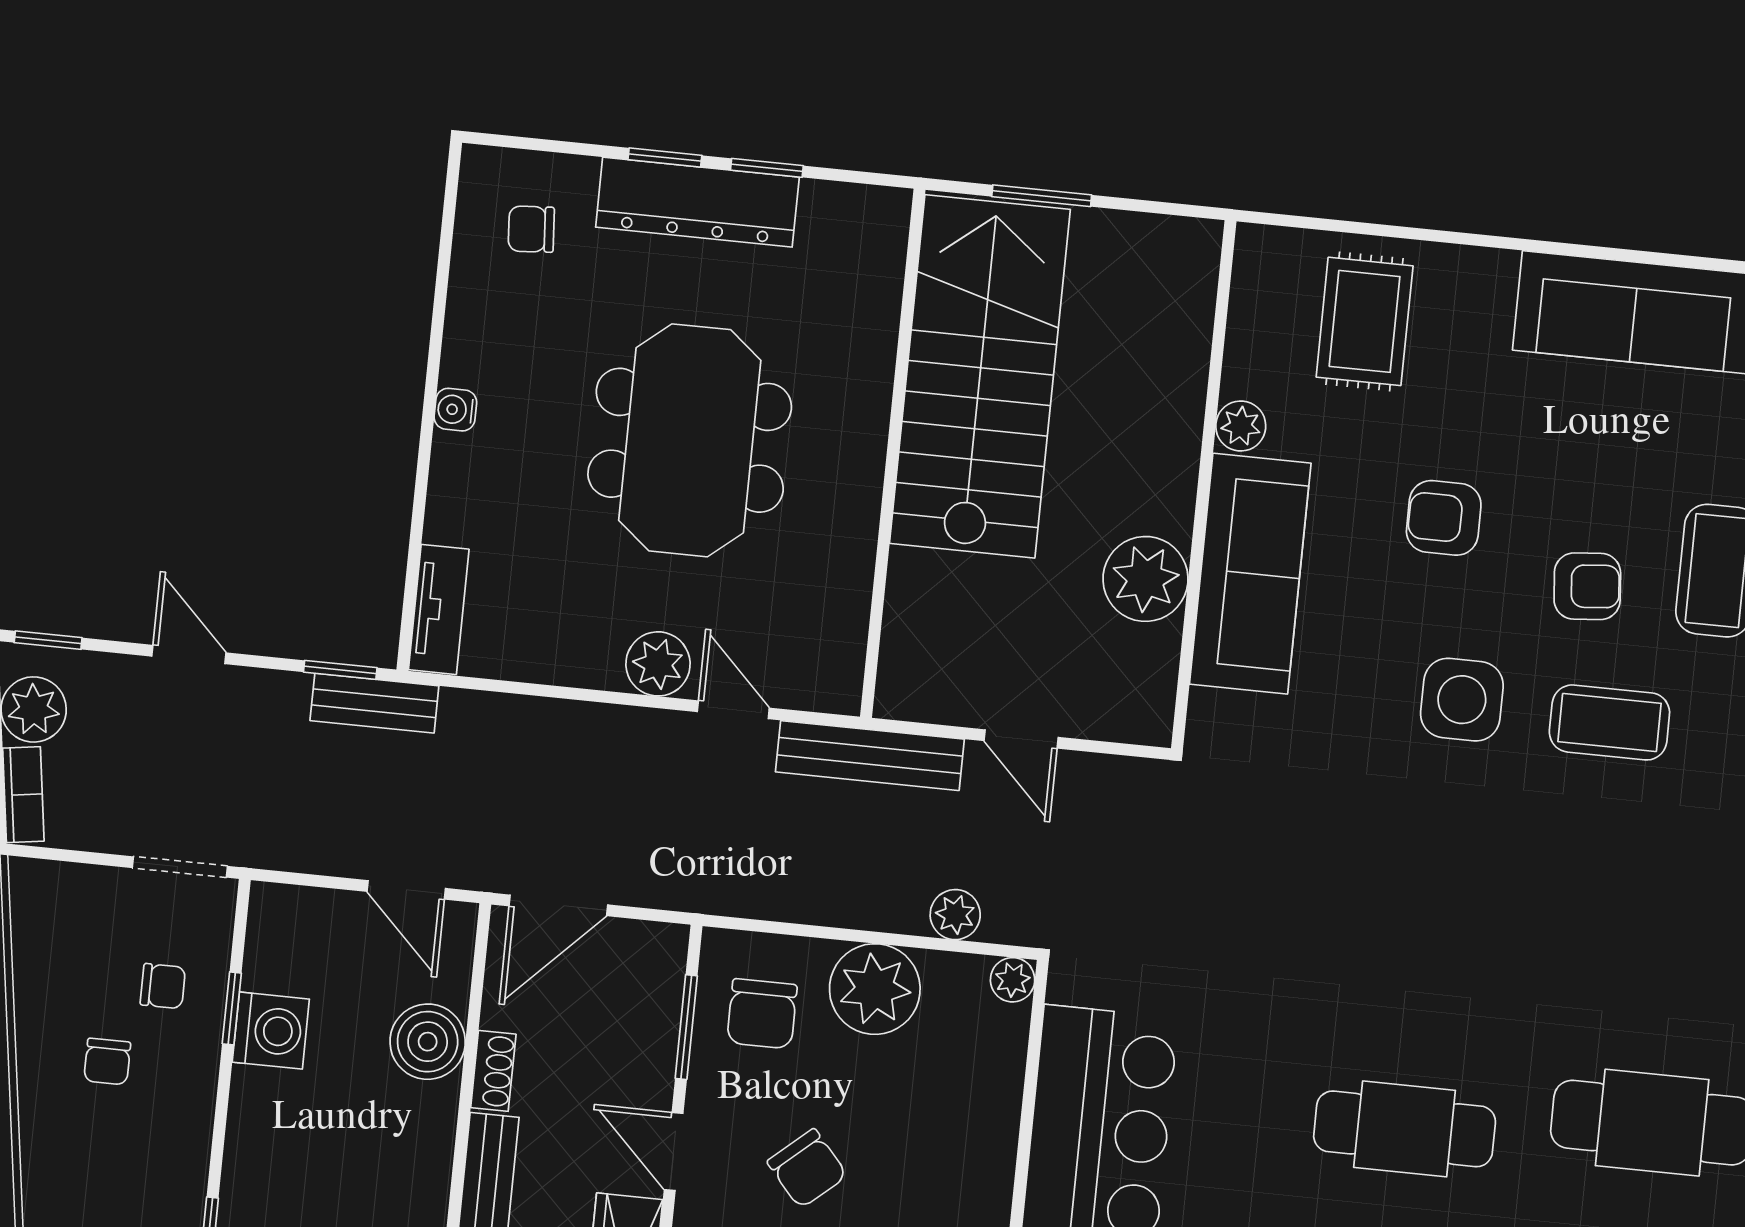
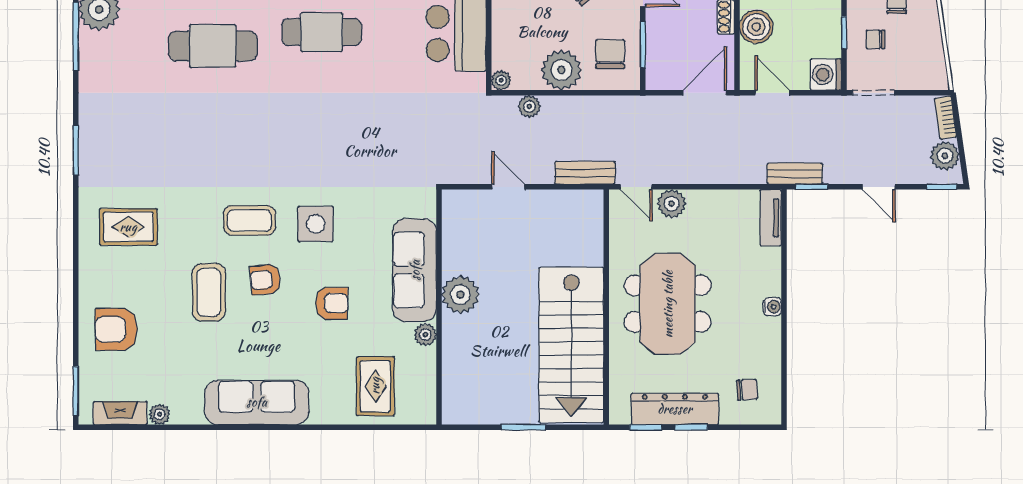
stairs: (980, 376) -> (571, 345), moved
wall: (893, 453) -> (606, 307), moved
plant: (1145, 579) -> (460, 295), moved
bench: (870, 756) -> (585, 173), width x0.73
washing machine: (271, 1031) -> (826, 75), moved

